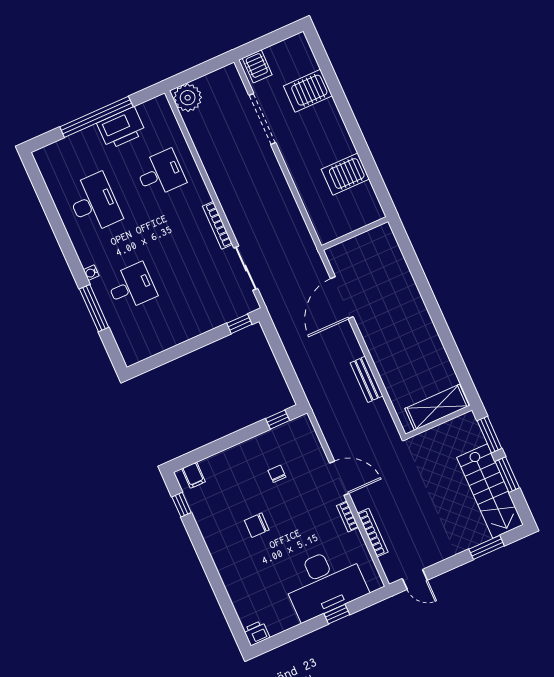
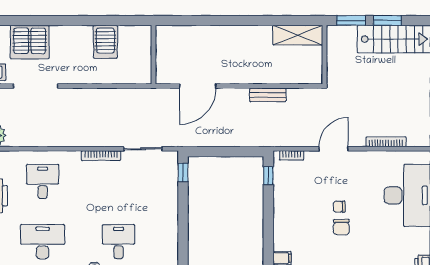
server rack: (308, 91) -> (30, 42), width x1.60
door: (342, 298) -> (198, 86), hinge flipped
shelving: (437, 407) -> (298, 35), moved, turned 90
chair: (277, 474) -> (339, 207), moved
bookcase: (348, 517) -> (292, 155), moved

